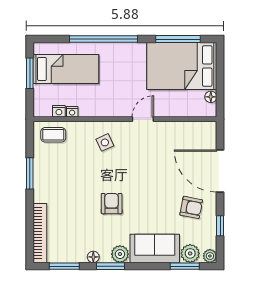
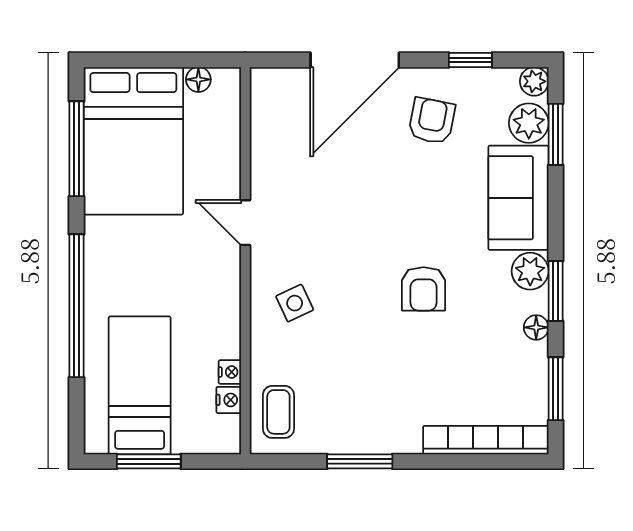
armchair: (112, 204) -> (423, 289), turned -90

